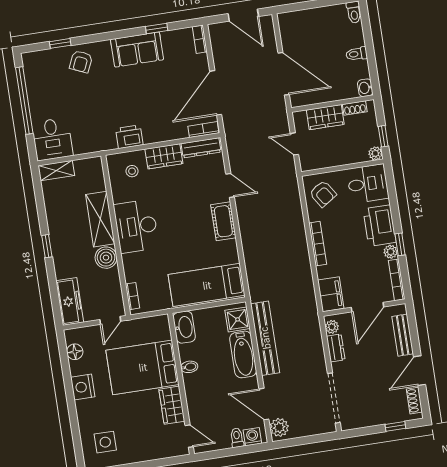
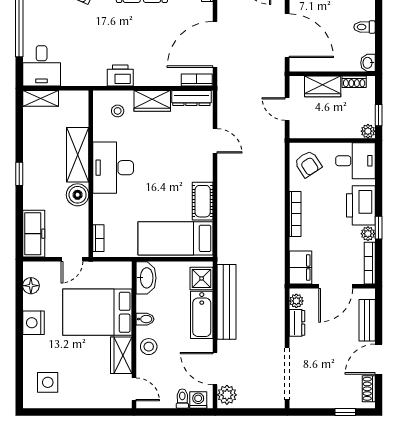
cot: (223, 221) -> (203, 201), moved
stool: (197, 393) -> (149, 347), added

